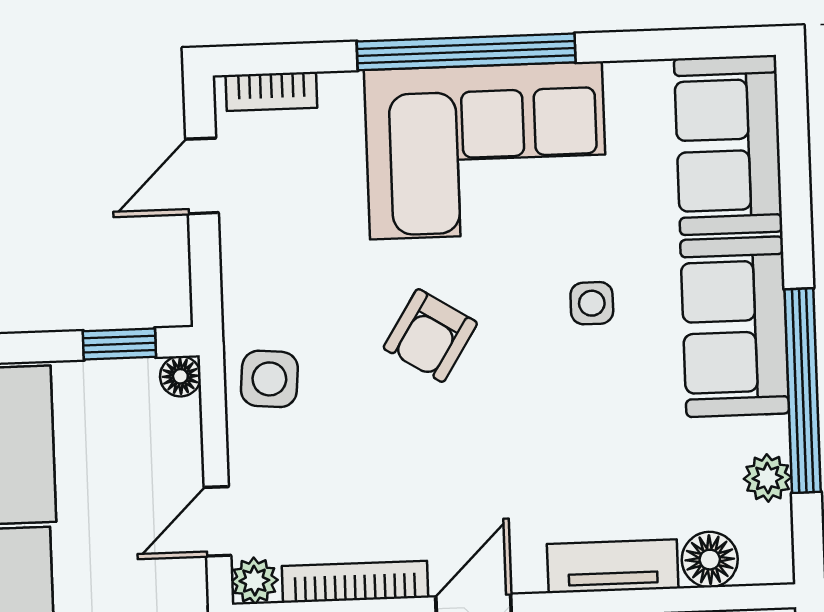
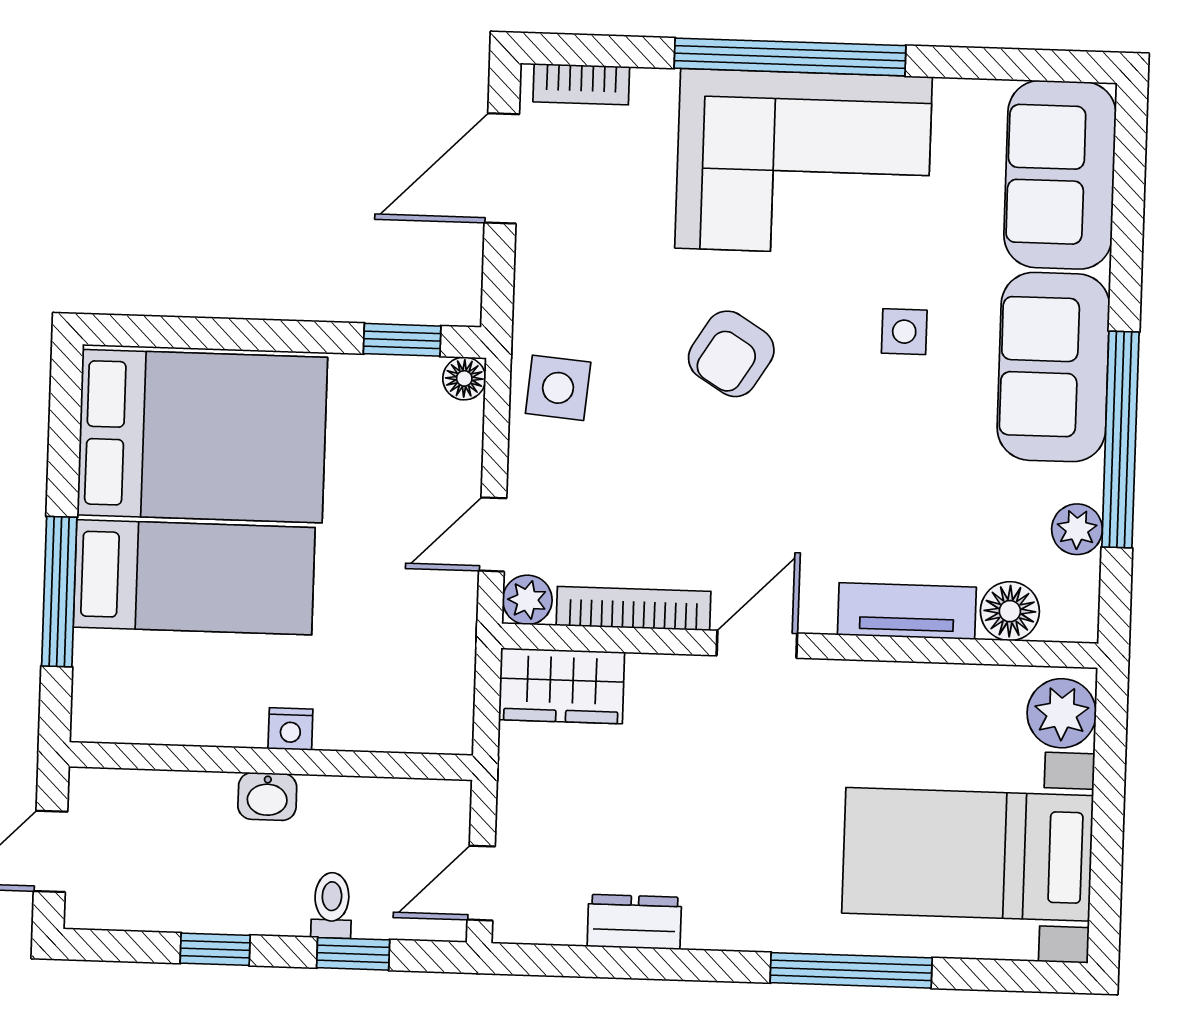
door: (202, 176) -> (502, 168), width x1.38

